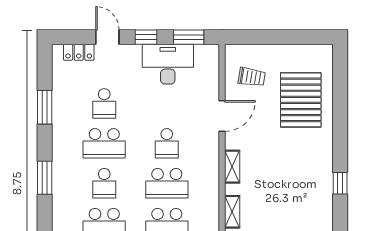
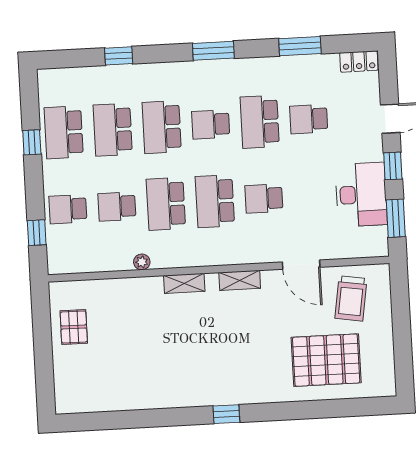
locker: (79, 52) -> (359, 61), moved, turned -90
trolley: (252, 77) -> (351, 298), width x1.36, depth x1.39

